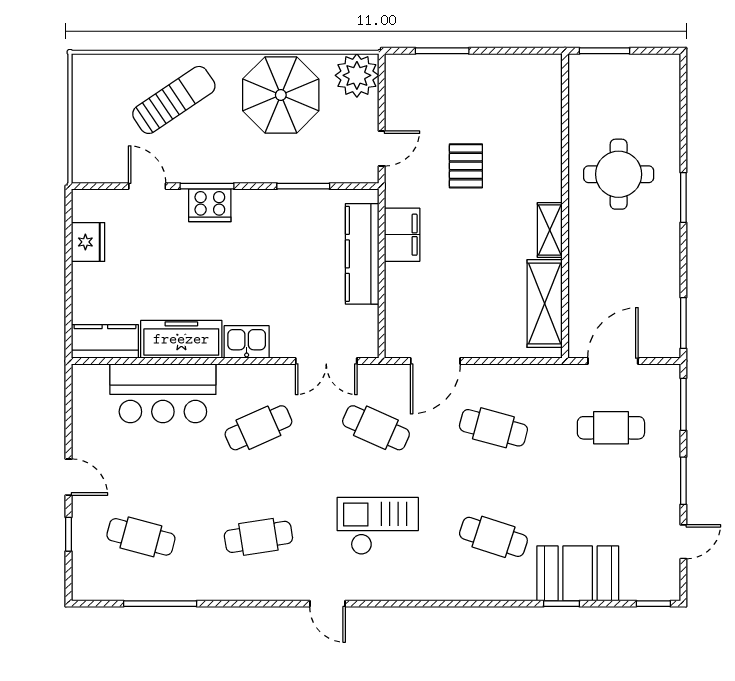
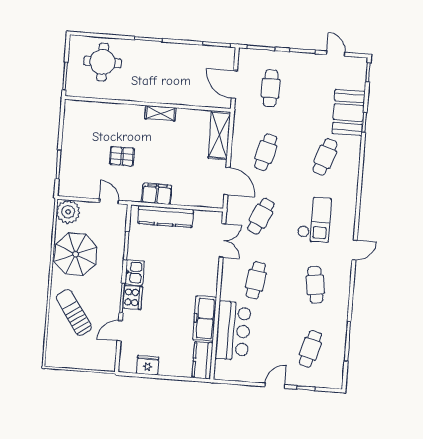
round table: (619, 174) -> (103, 62), moved
shelving: (545, 304) -> (219, 135), moved, turned 90
kitchen sink: (247, 342) -> (135, 272), moved, turned 180
cafe table: (258, 428) -> (256, 280), turned 33
checkout: (378, 526) -> (314, 219), turned 180

